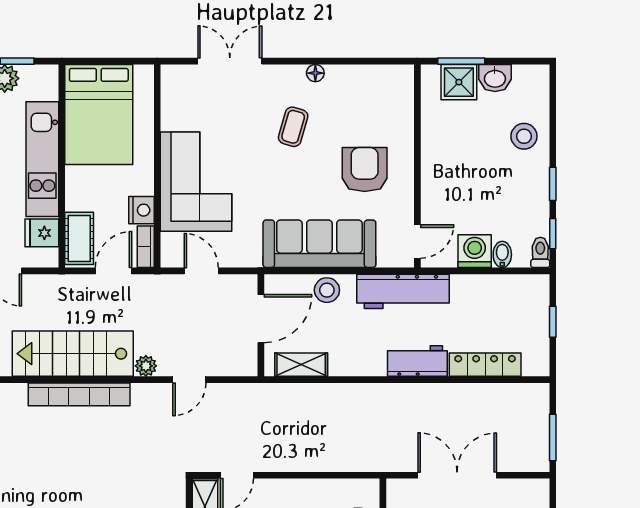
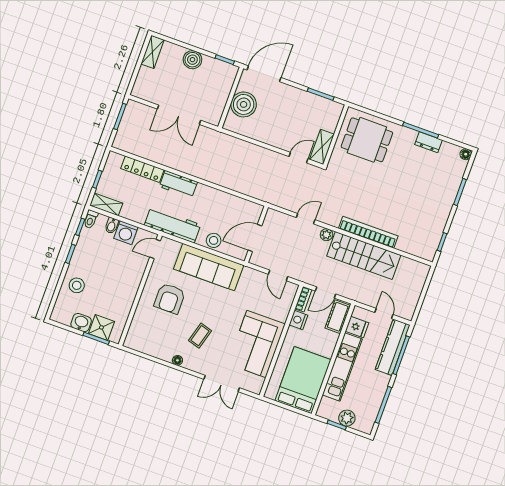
corner sofa: (196, 182) -> (256, 344), moved
shelving: (301, 365) -> (106, 204), moved

